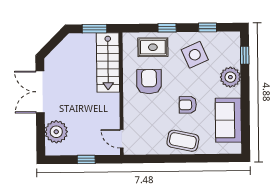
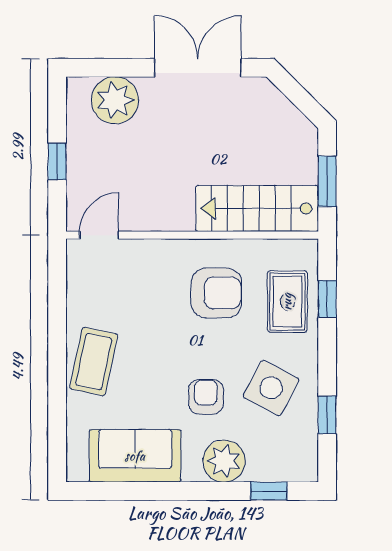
window: (167, 28) -> (327, 299), moved
side table: (195, 55) -> (271, 388), turned -38
armchair: (188, 105) -> (206, 397), moved

